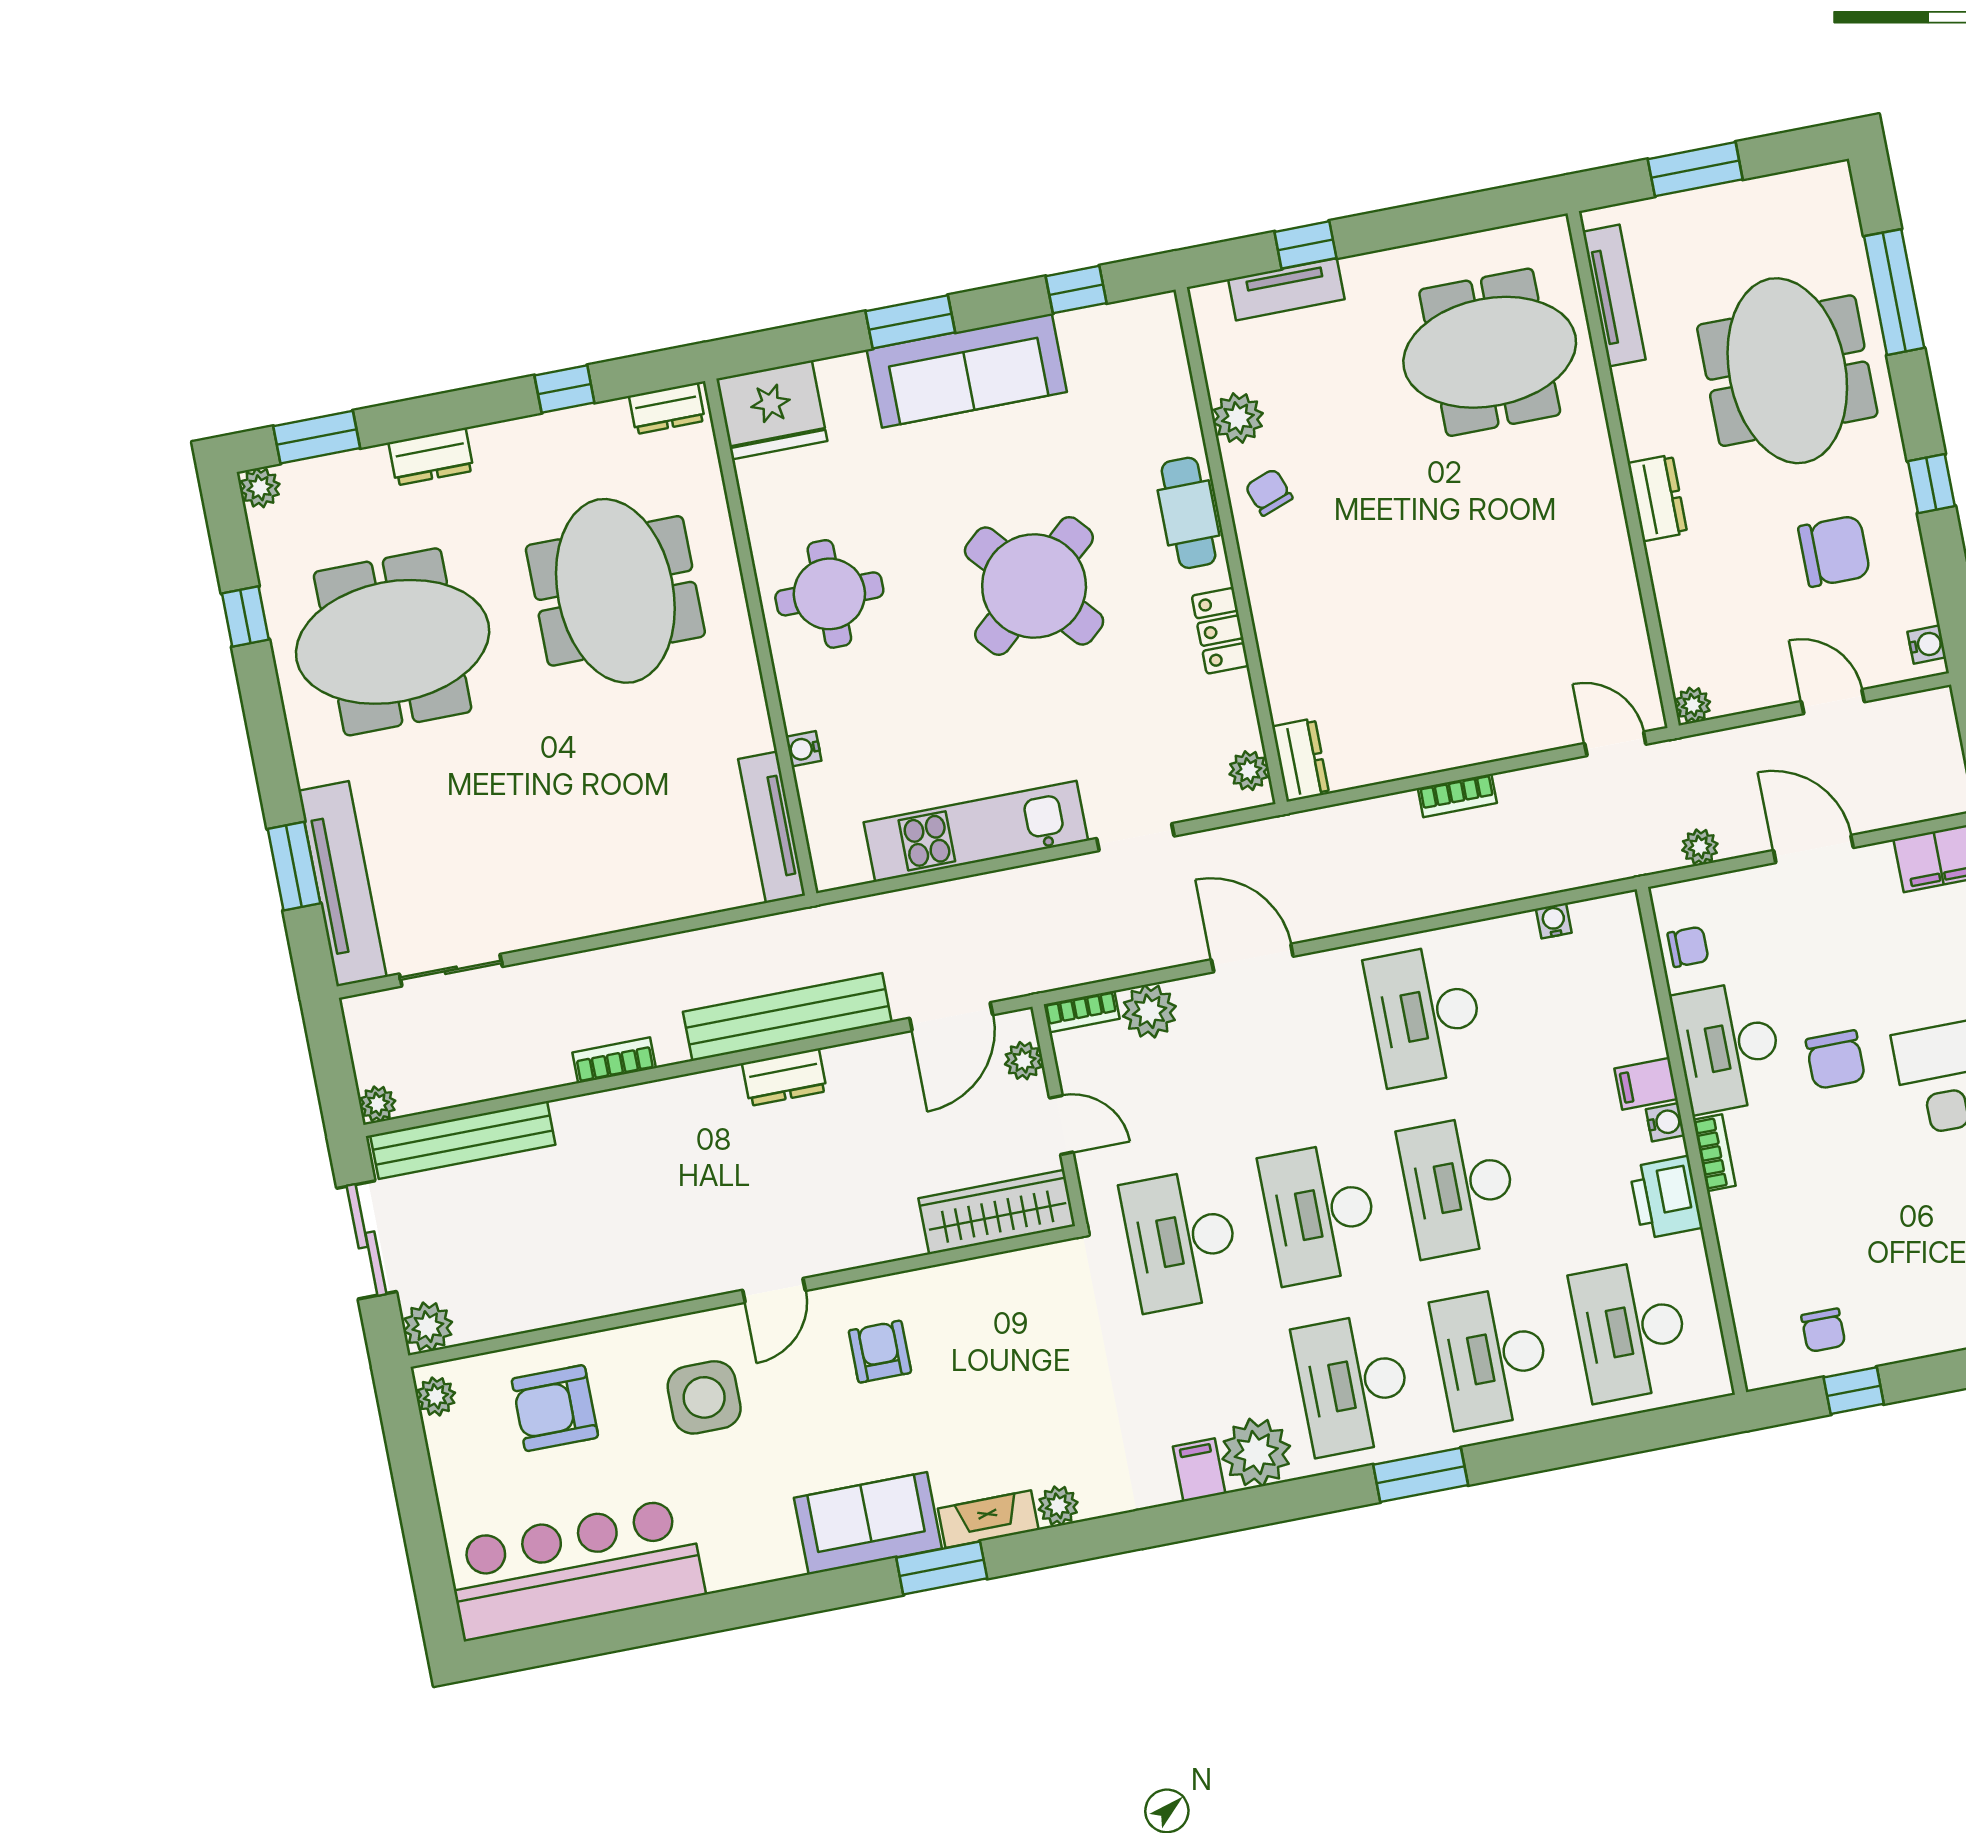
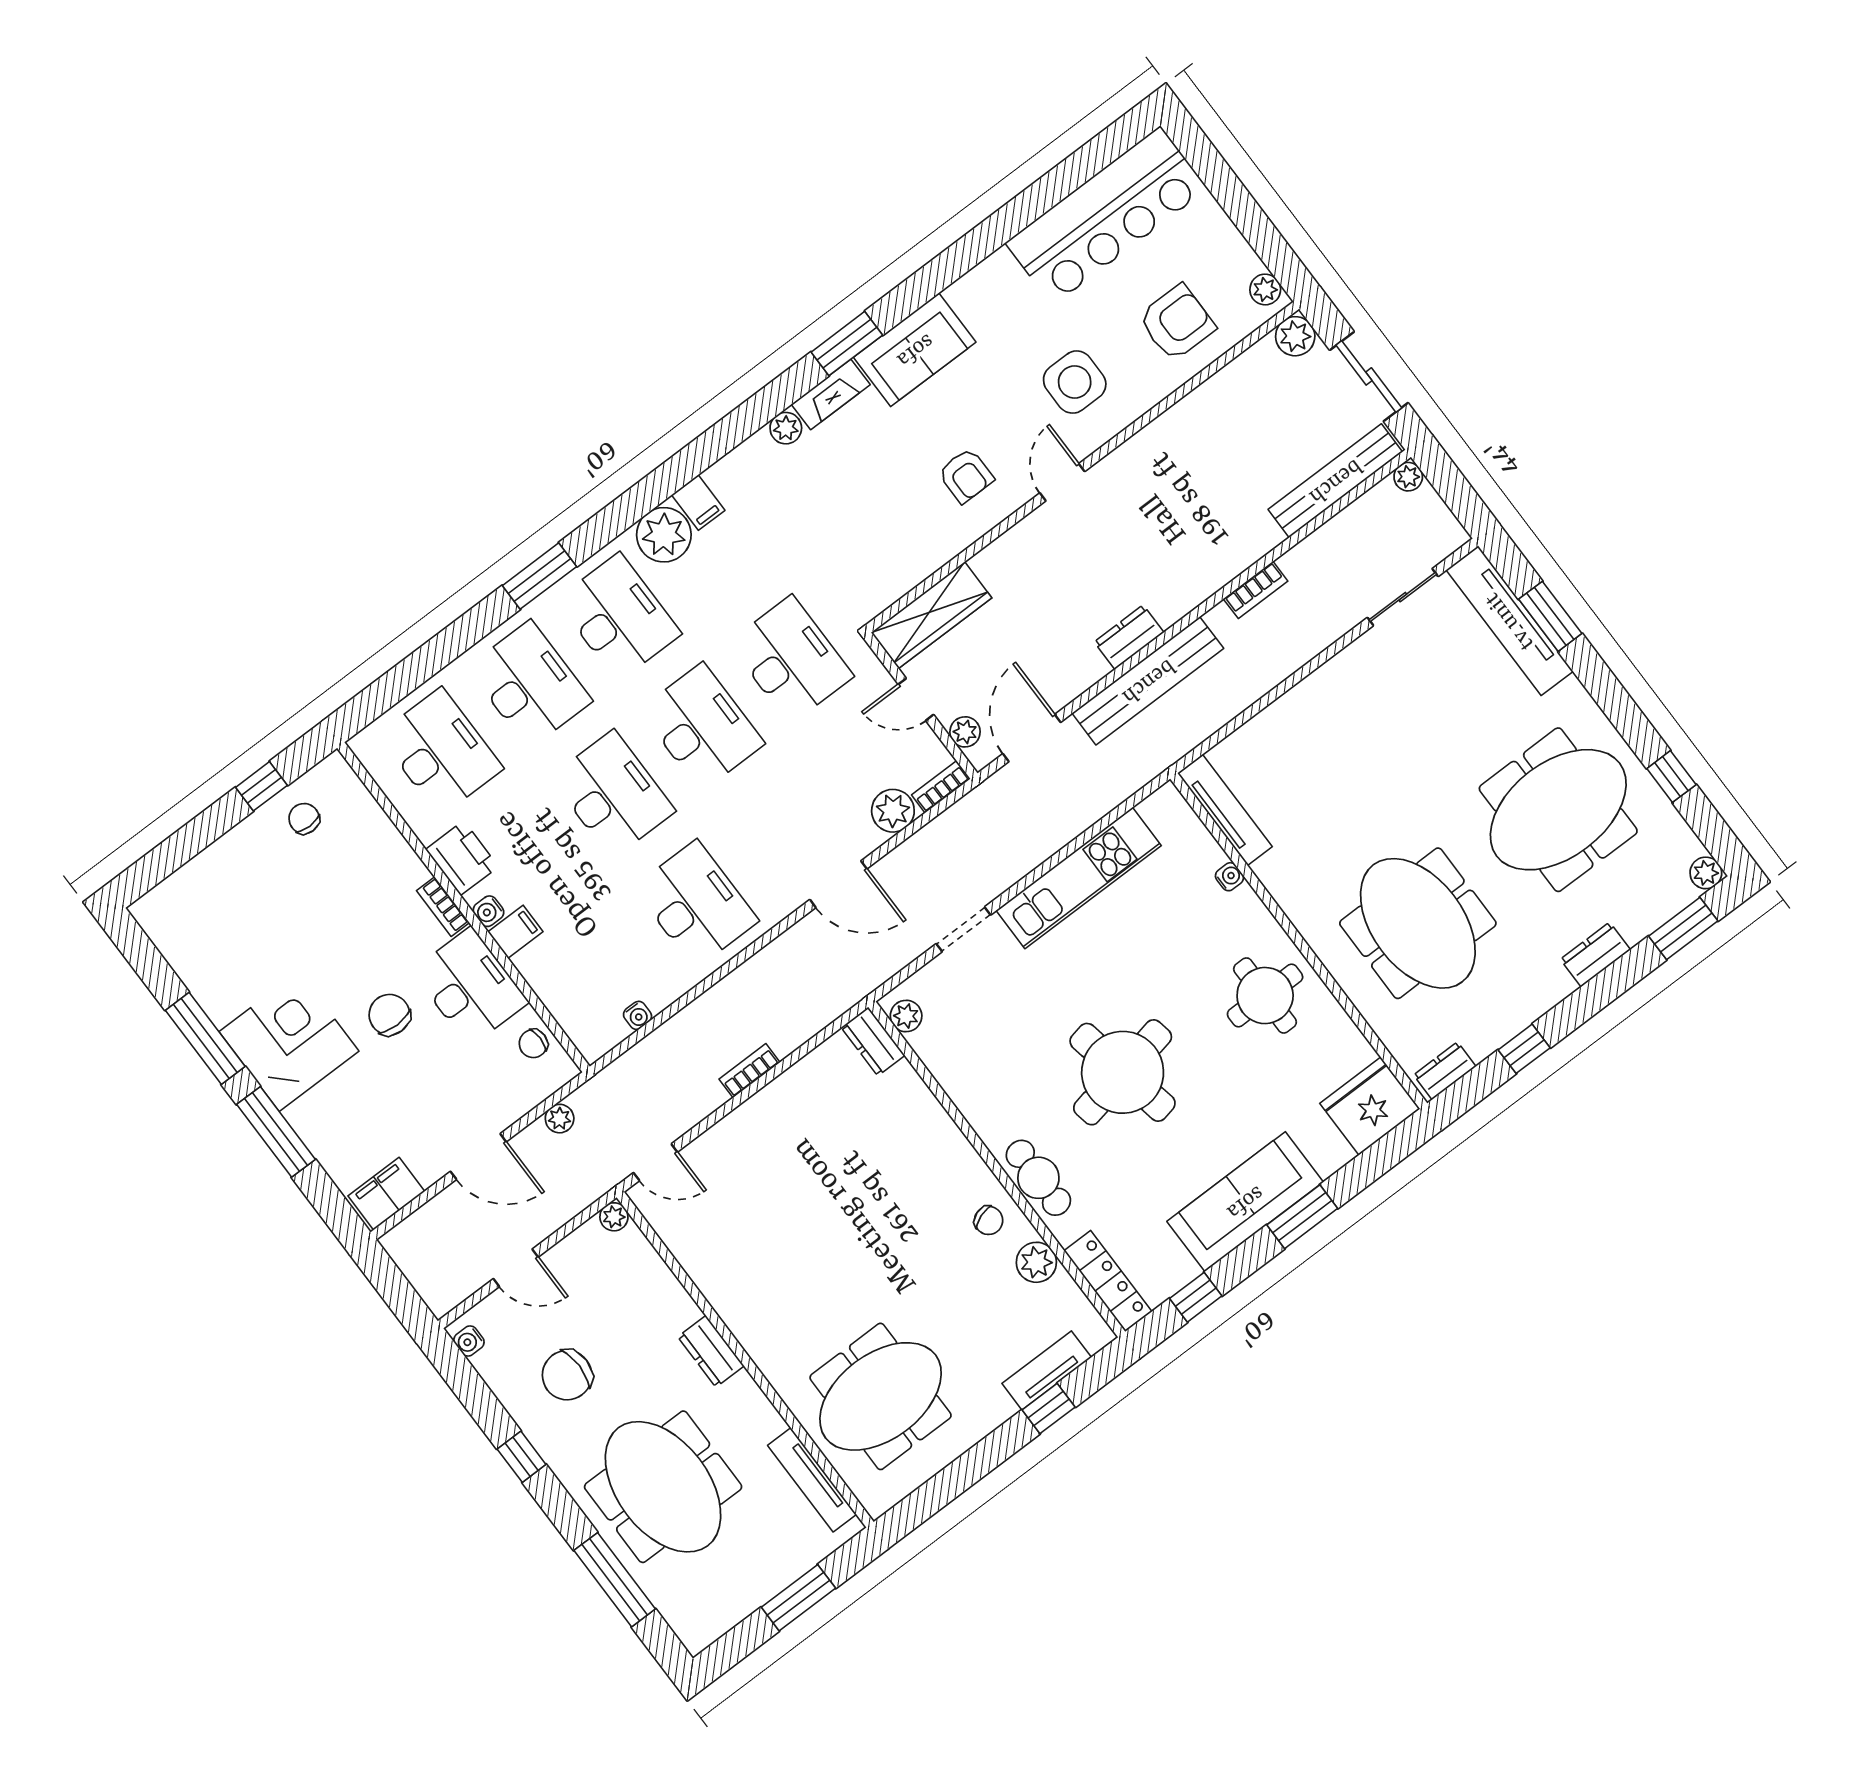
round table: (1034, 586) -> (1123, 1072), turned 30
locker: (1220, 631) -> (1108, 1281), moved, width x1.53

